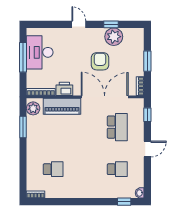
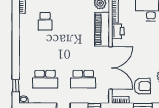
armchair: (100, 61) -> (142, 86), moved
school desk: (117, 169) -> (45, 79), width x1.85

